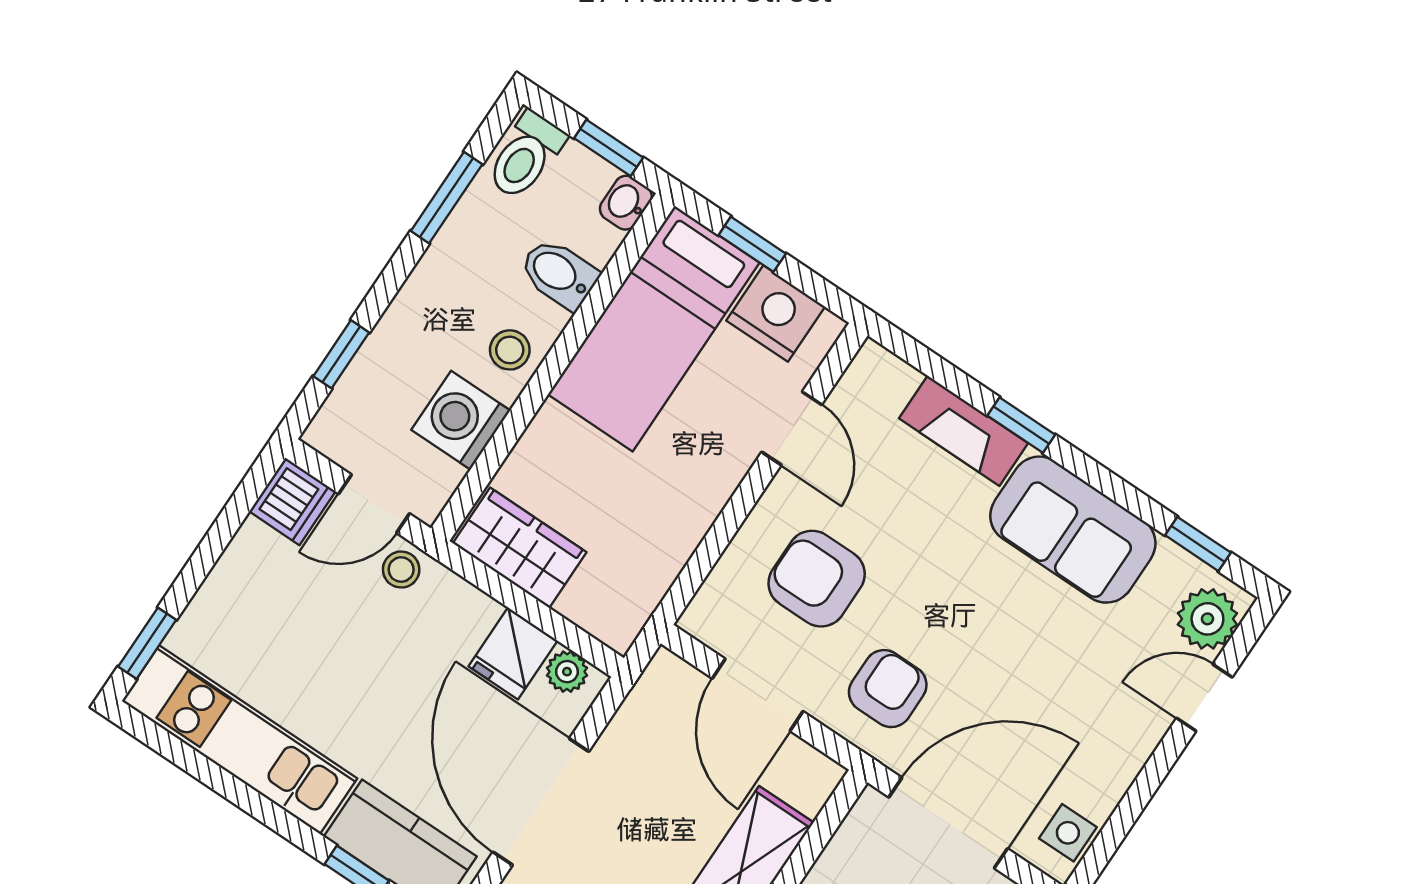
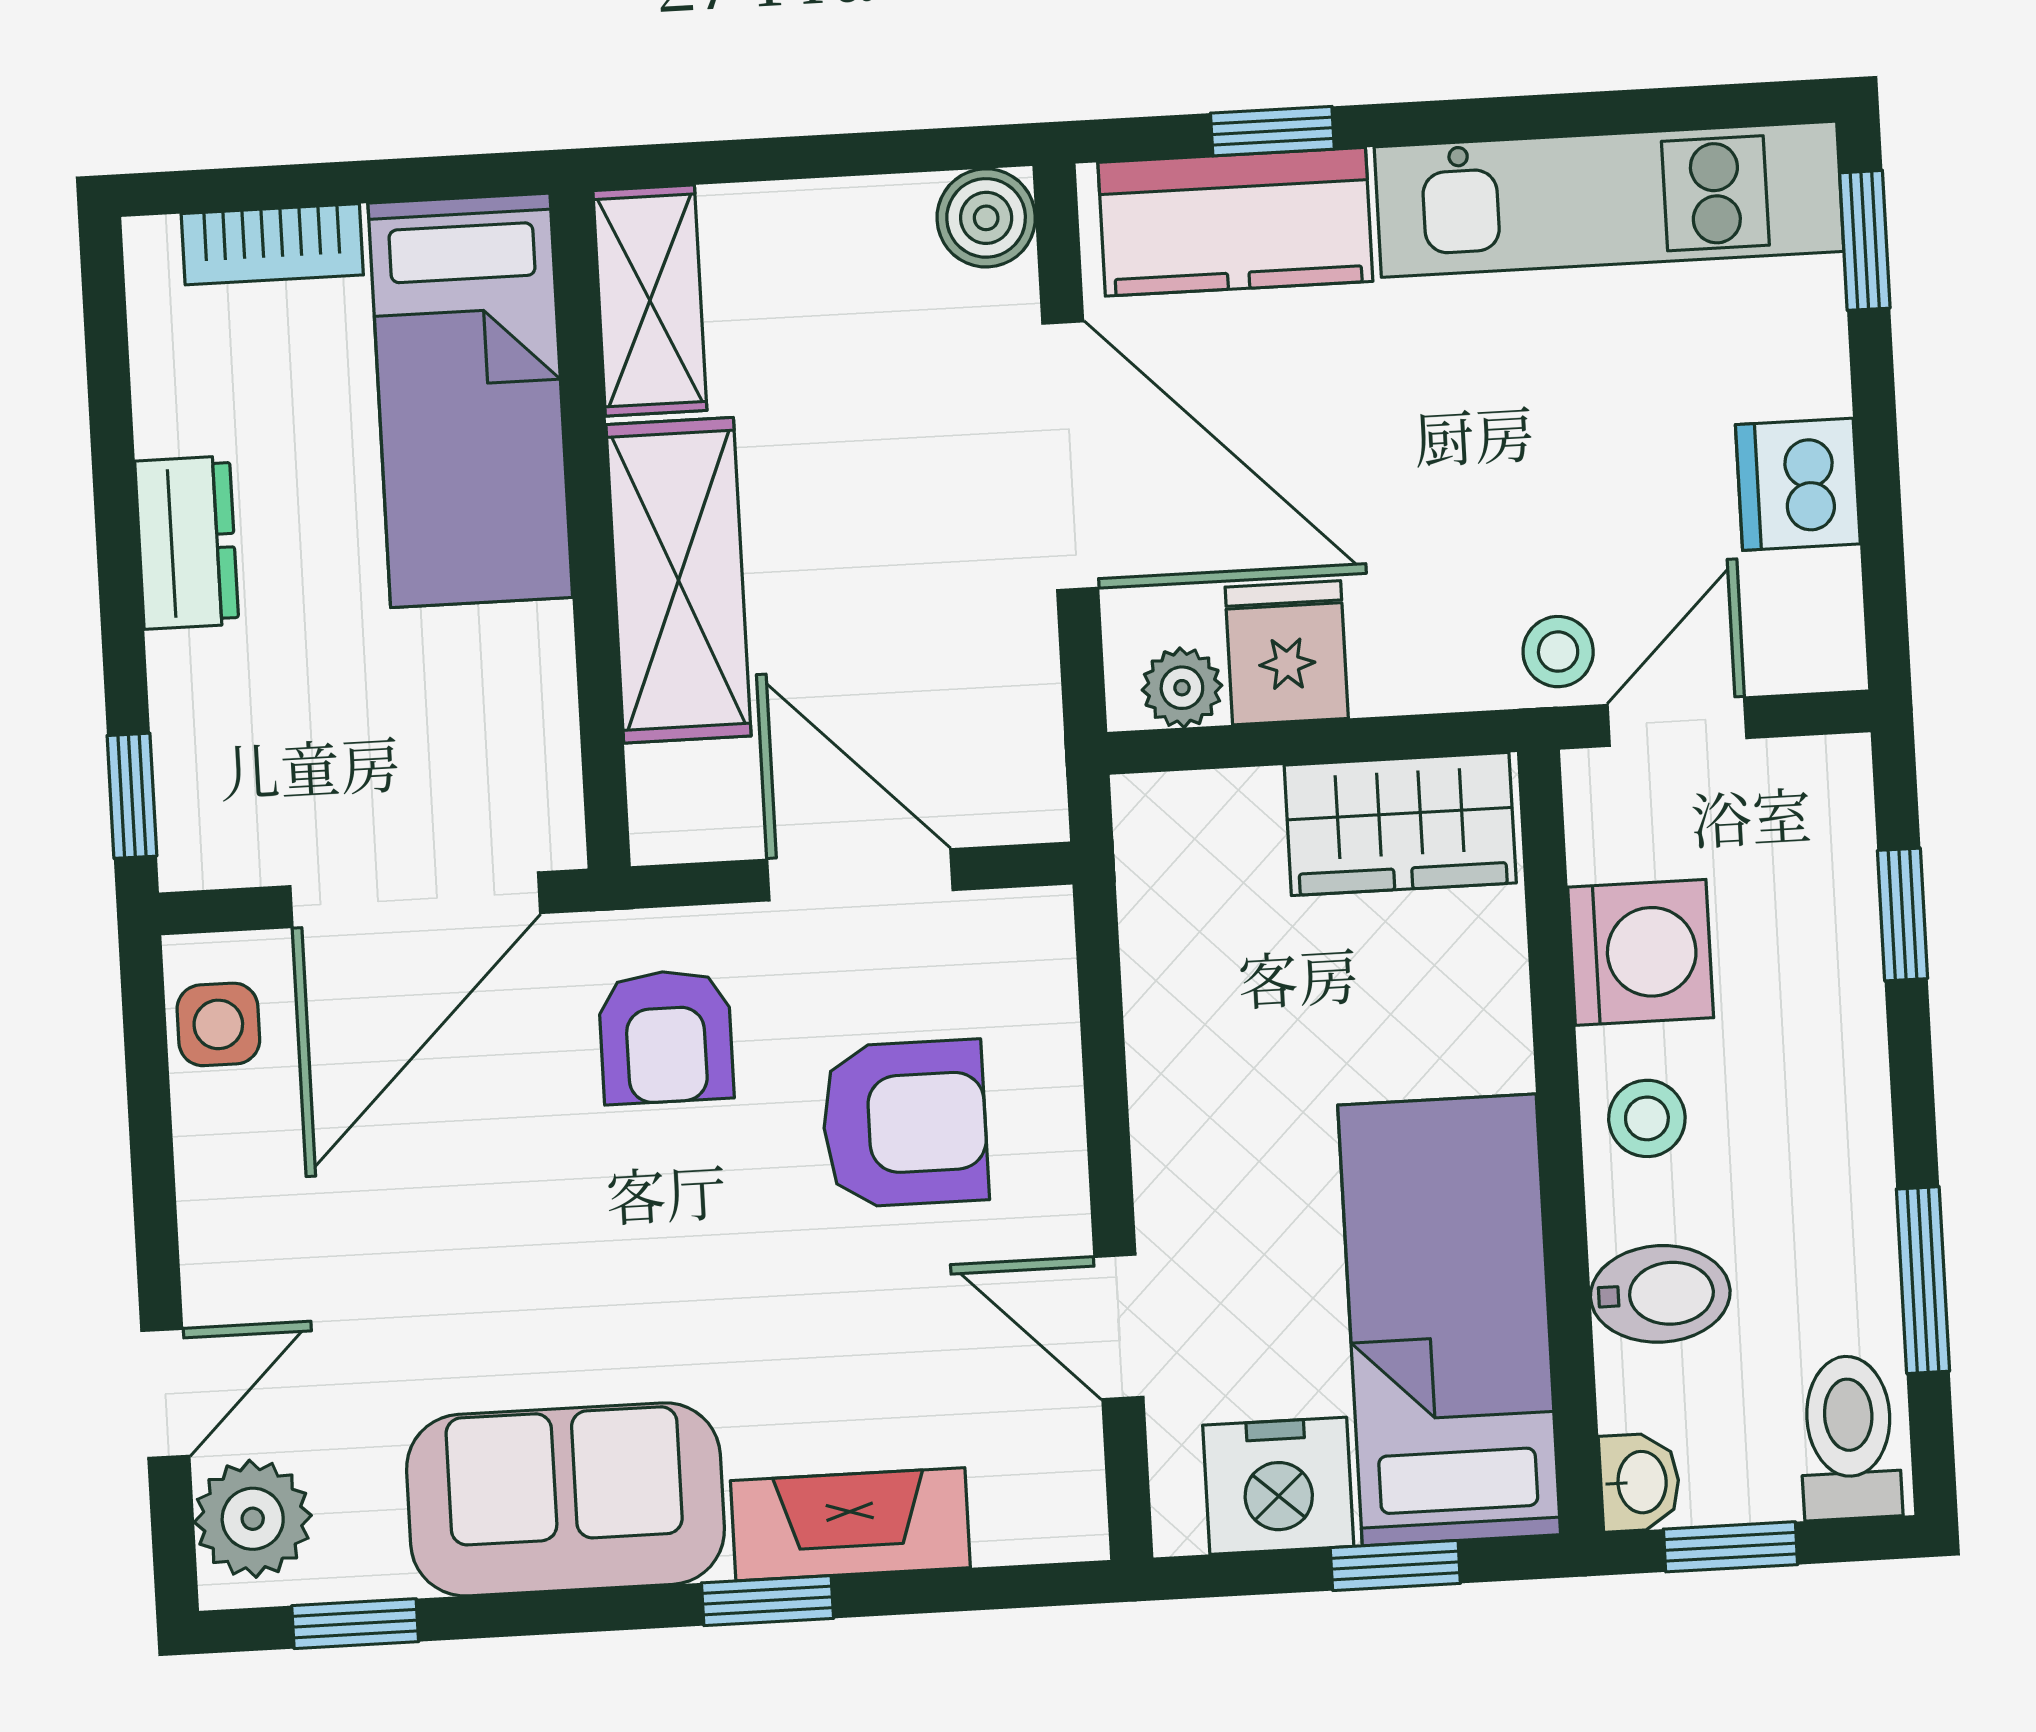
dishwasher: (292, 501) -> (1798, 484), moved

